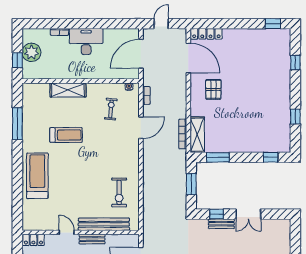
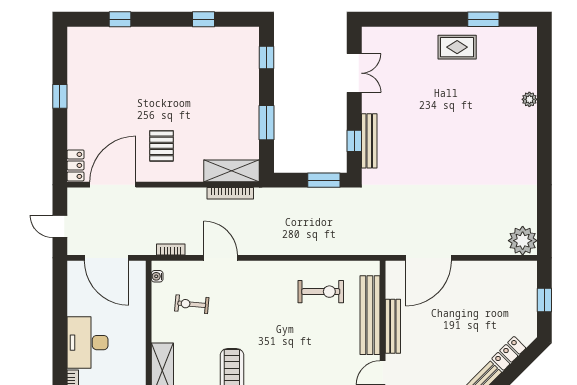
window: (273, 24) -> (60, 96), moved
locker: (206, 34) -> (76, 165), width x0.66
pallet: (213, 89) -> (162, 146), turned 90
window: (218, 157) -> (266, 123), moved
window: (191, 184) -> (324, 180), moved
double door: (248, 214) -> (354, 73), moved
bench: (221, 224) -> (369, 141), width x1.36
bench: (92, 239) -> (393, 326), width x1.36

